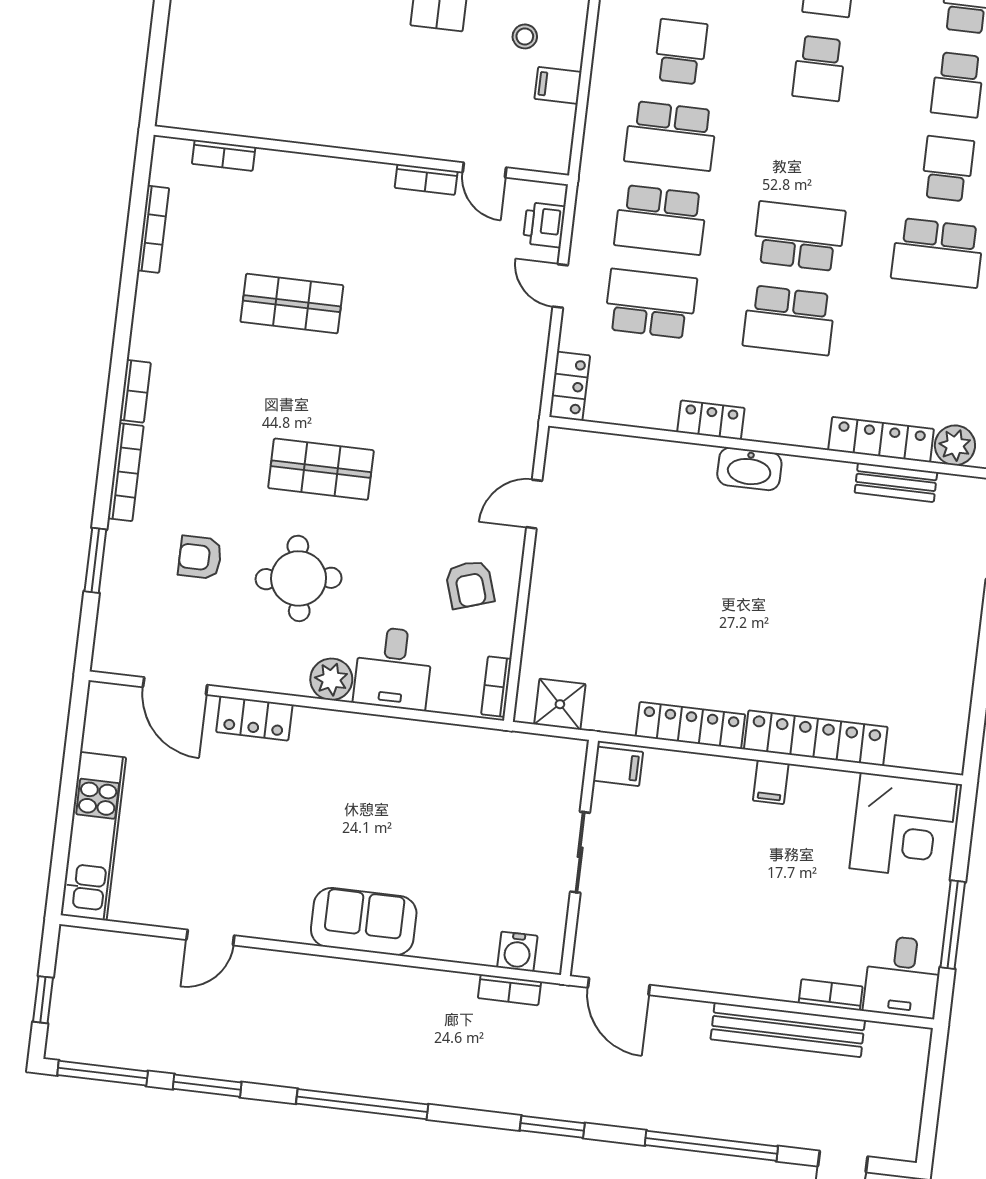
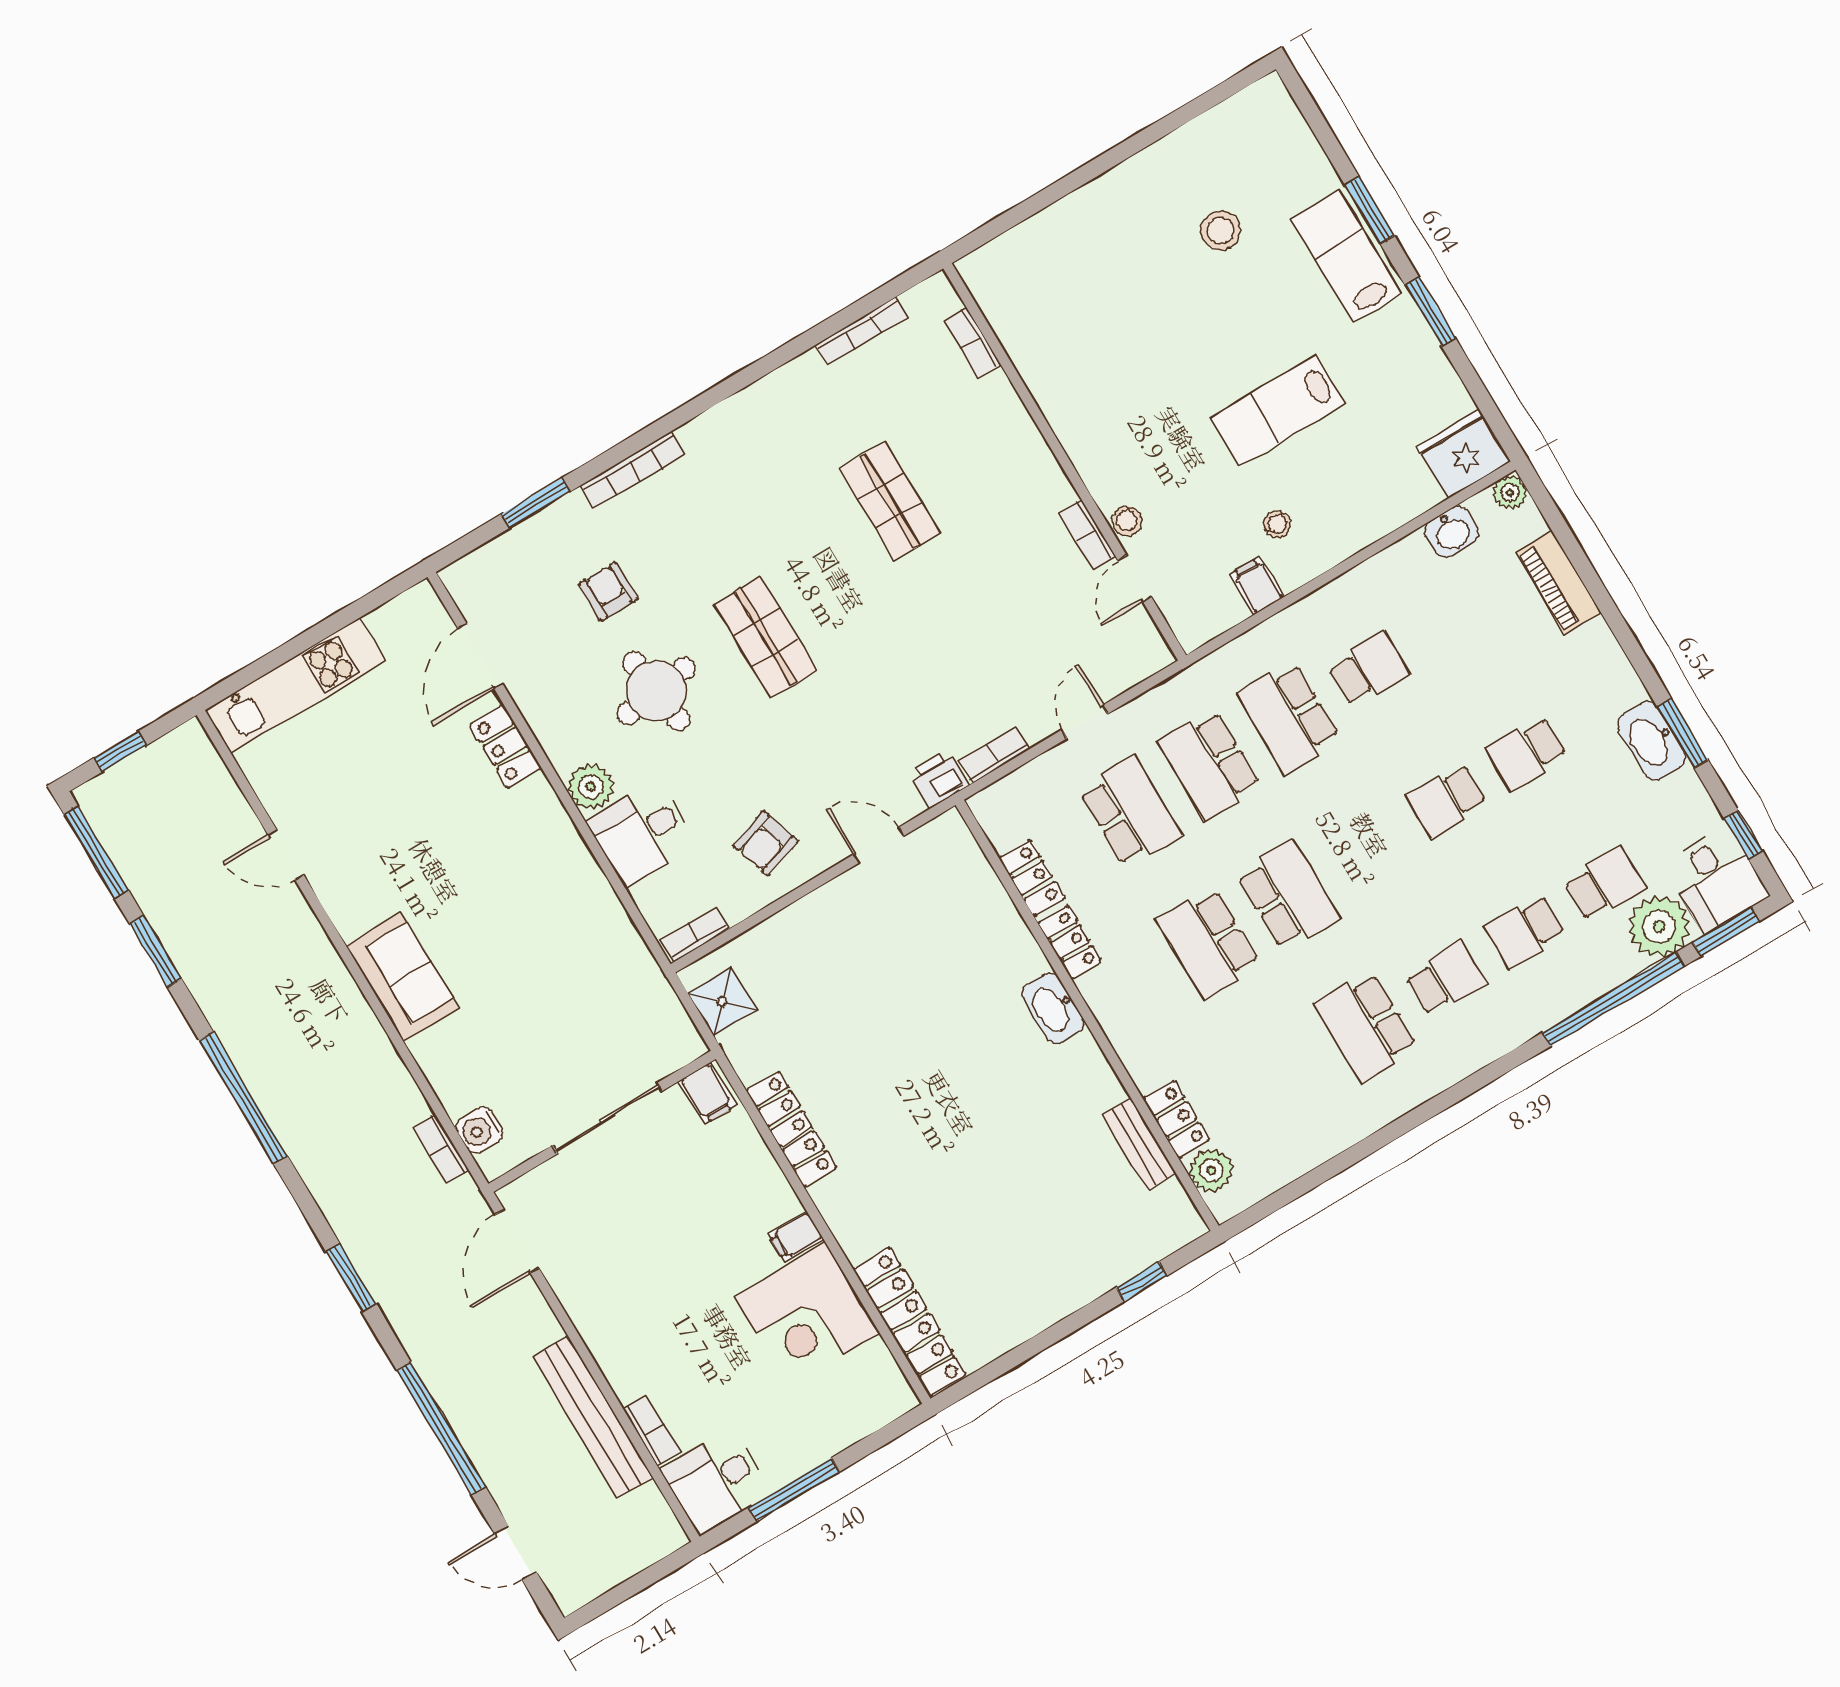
stool: (439, 143) -> (1127, 521), added
printer: (544, 225) -> (939, 779), moved
locker: (570, 386) -> (1032, 878), moved, turned -90
bookcase: (135, 391) -> (994, 755), moved, turned 180
locker: (881, 440) -> (1176, 1119), width x0.66
locker: (816, 738) -> (910, 1322), moved
corner desk: (903, 826) -> (807, 1315), moved
sliding door: (580, 852) -> (607, 1118), width x1.37

